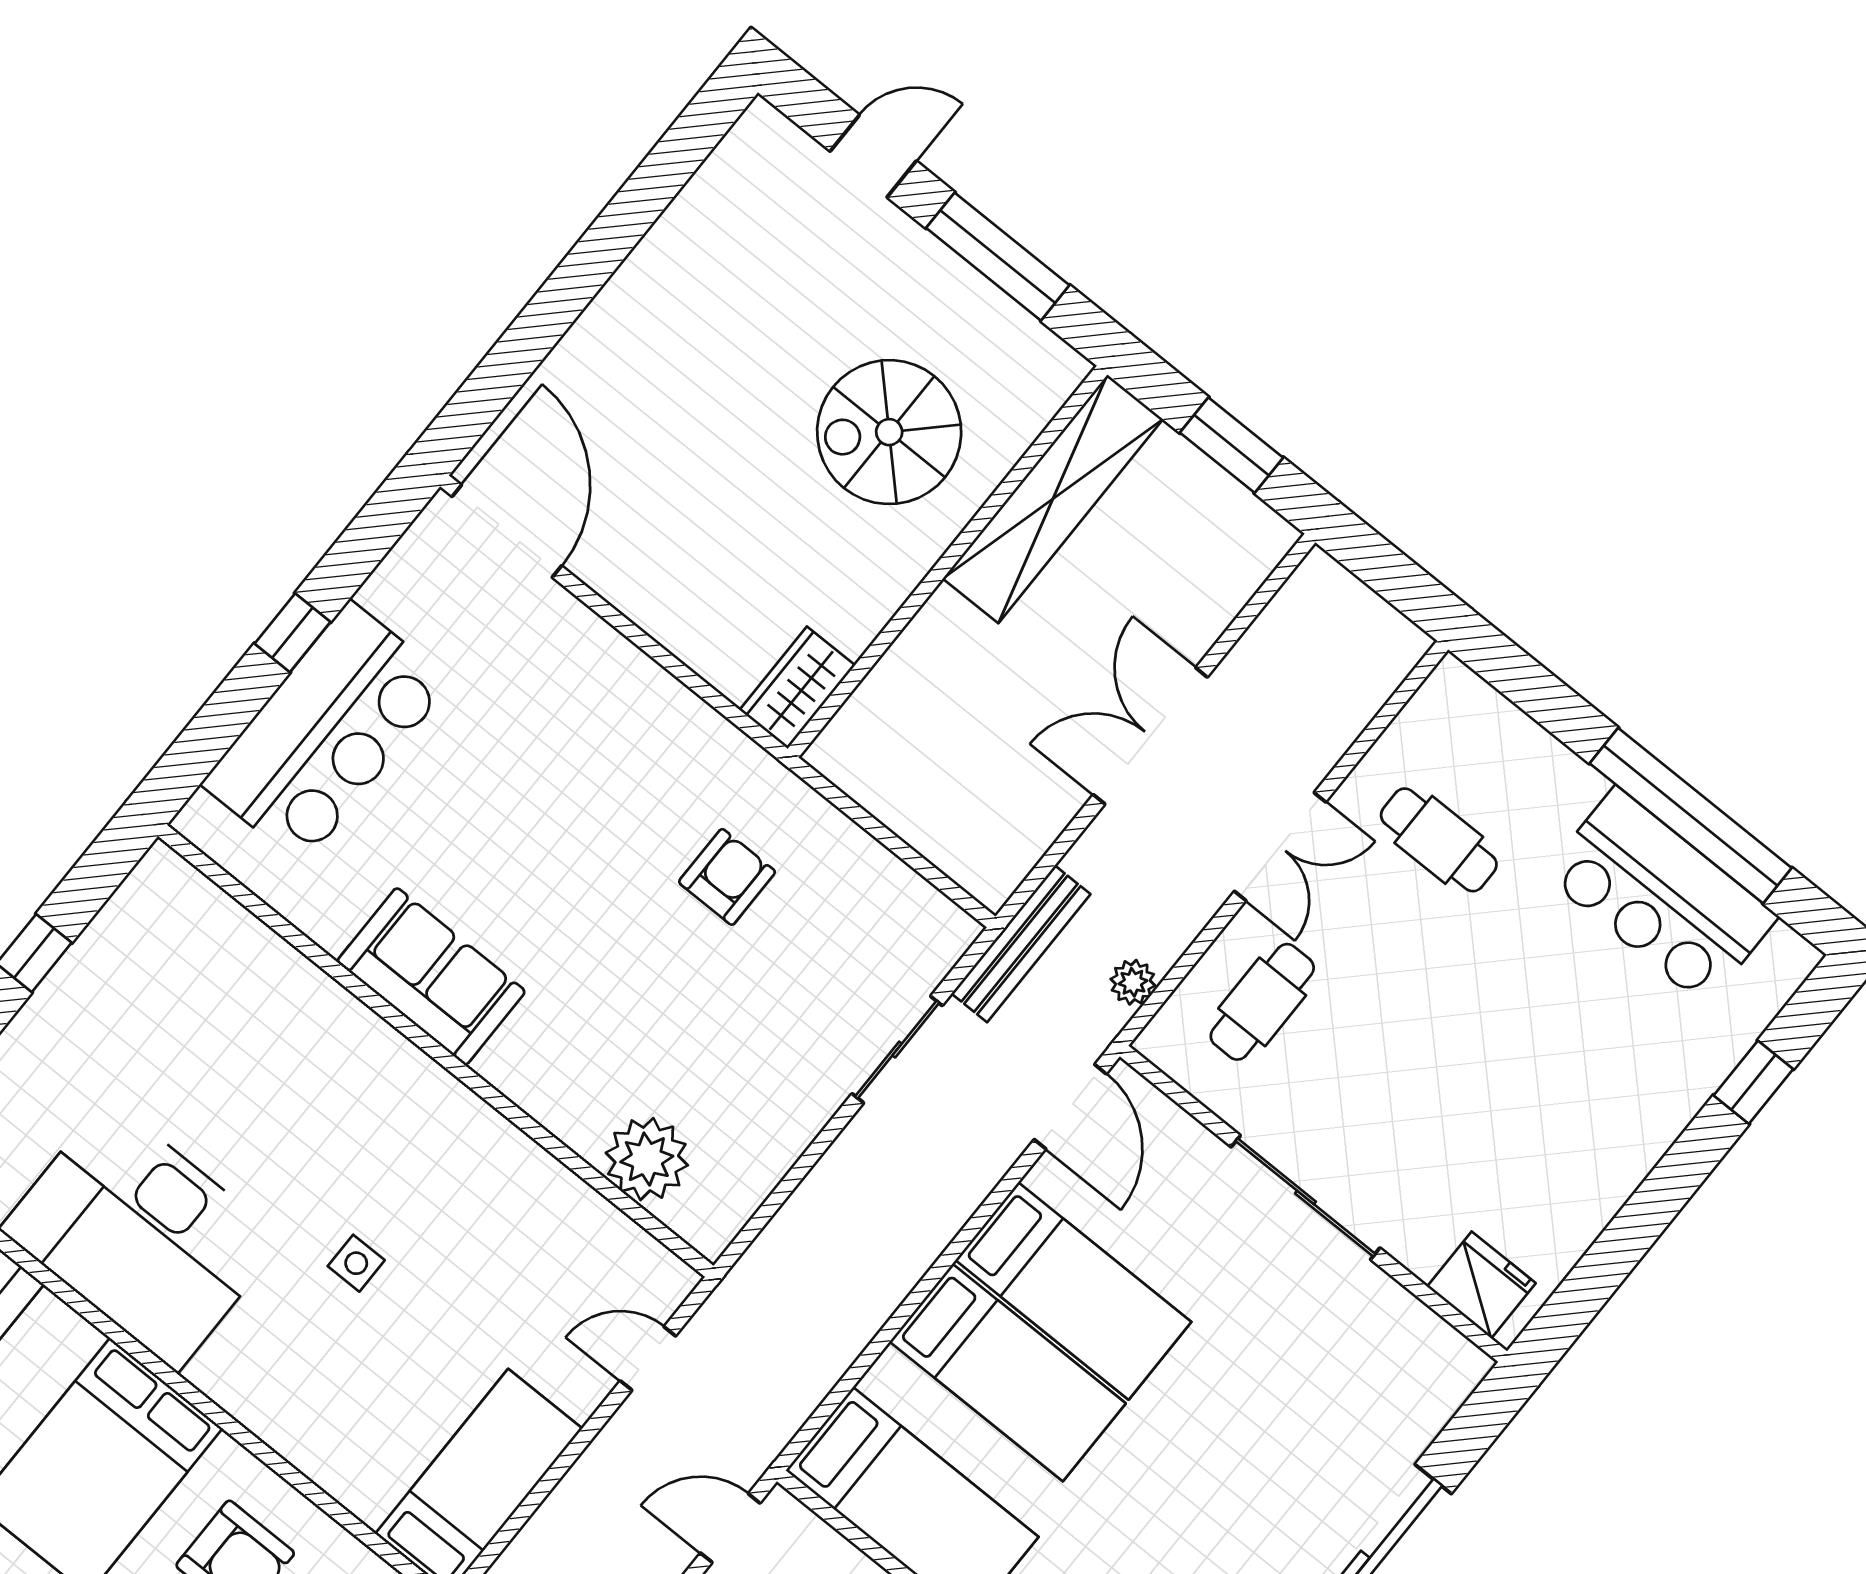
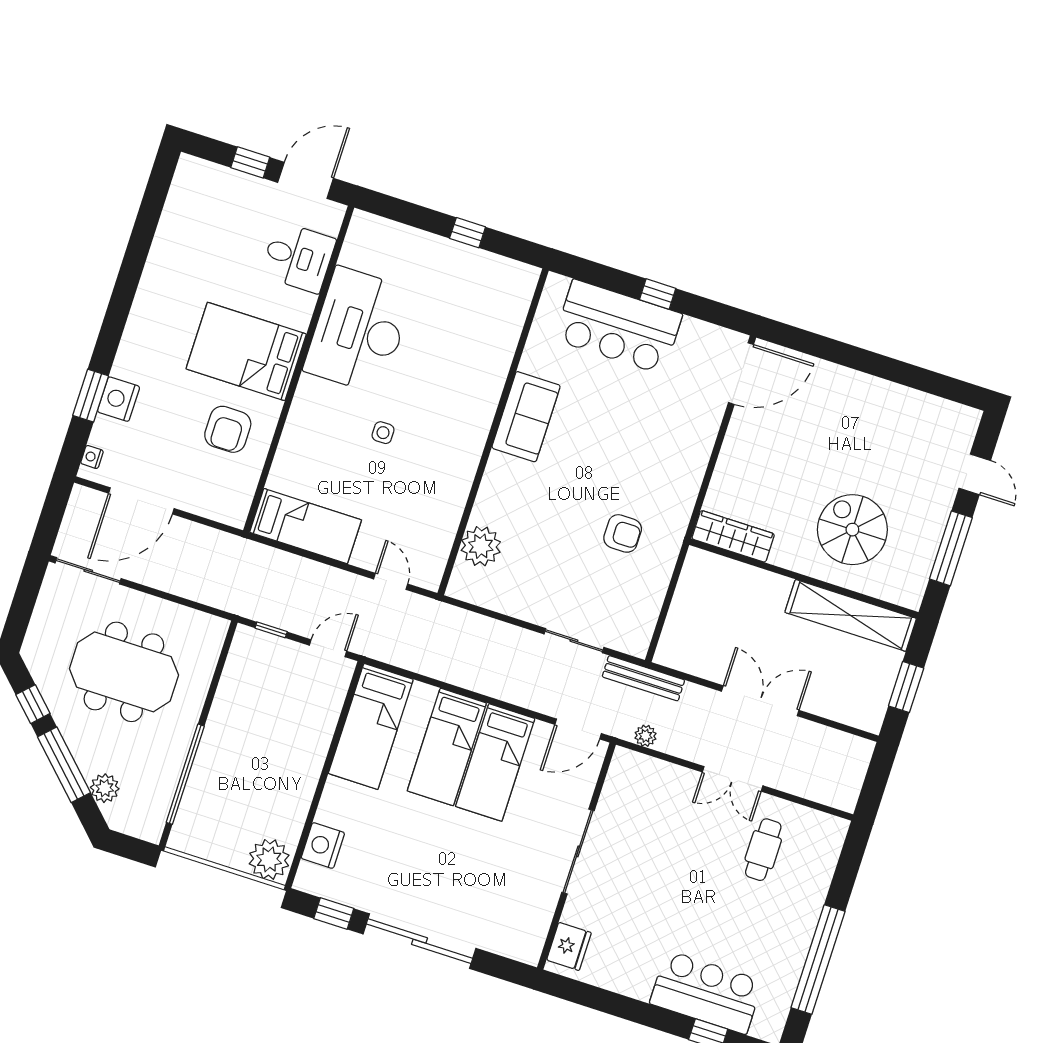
wardrobe: (797, 687) -> (733, 536), width x1.50
bar counter: (1661, 896) -> (706, 992), moved, turned 90
cafe table: (1262, 1002) -> (659, 798), removed
door: (730, 1528) -> (328, 648), hinge flipped

